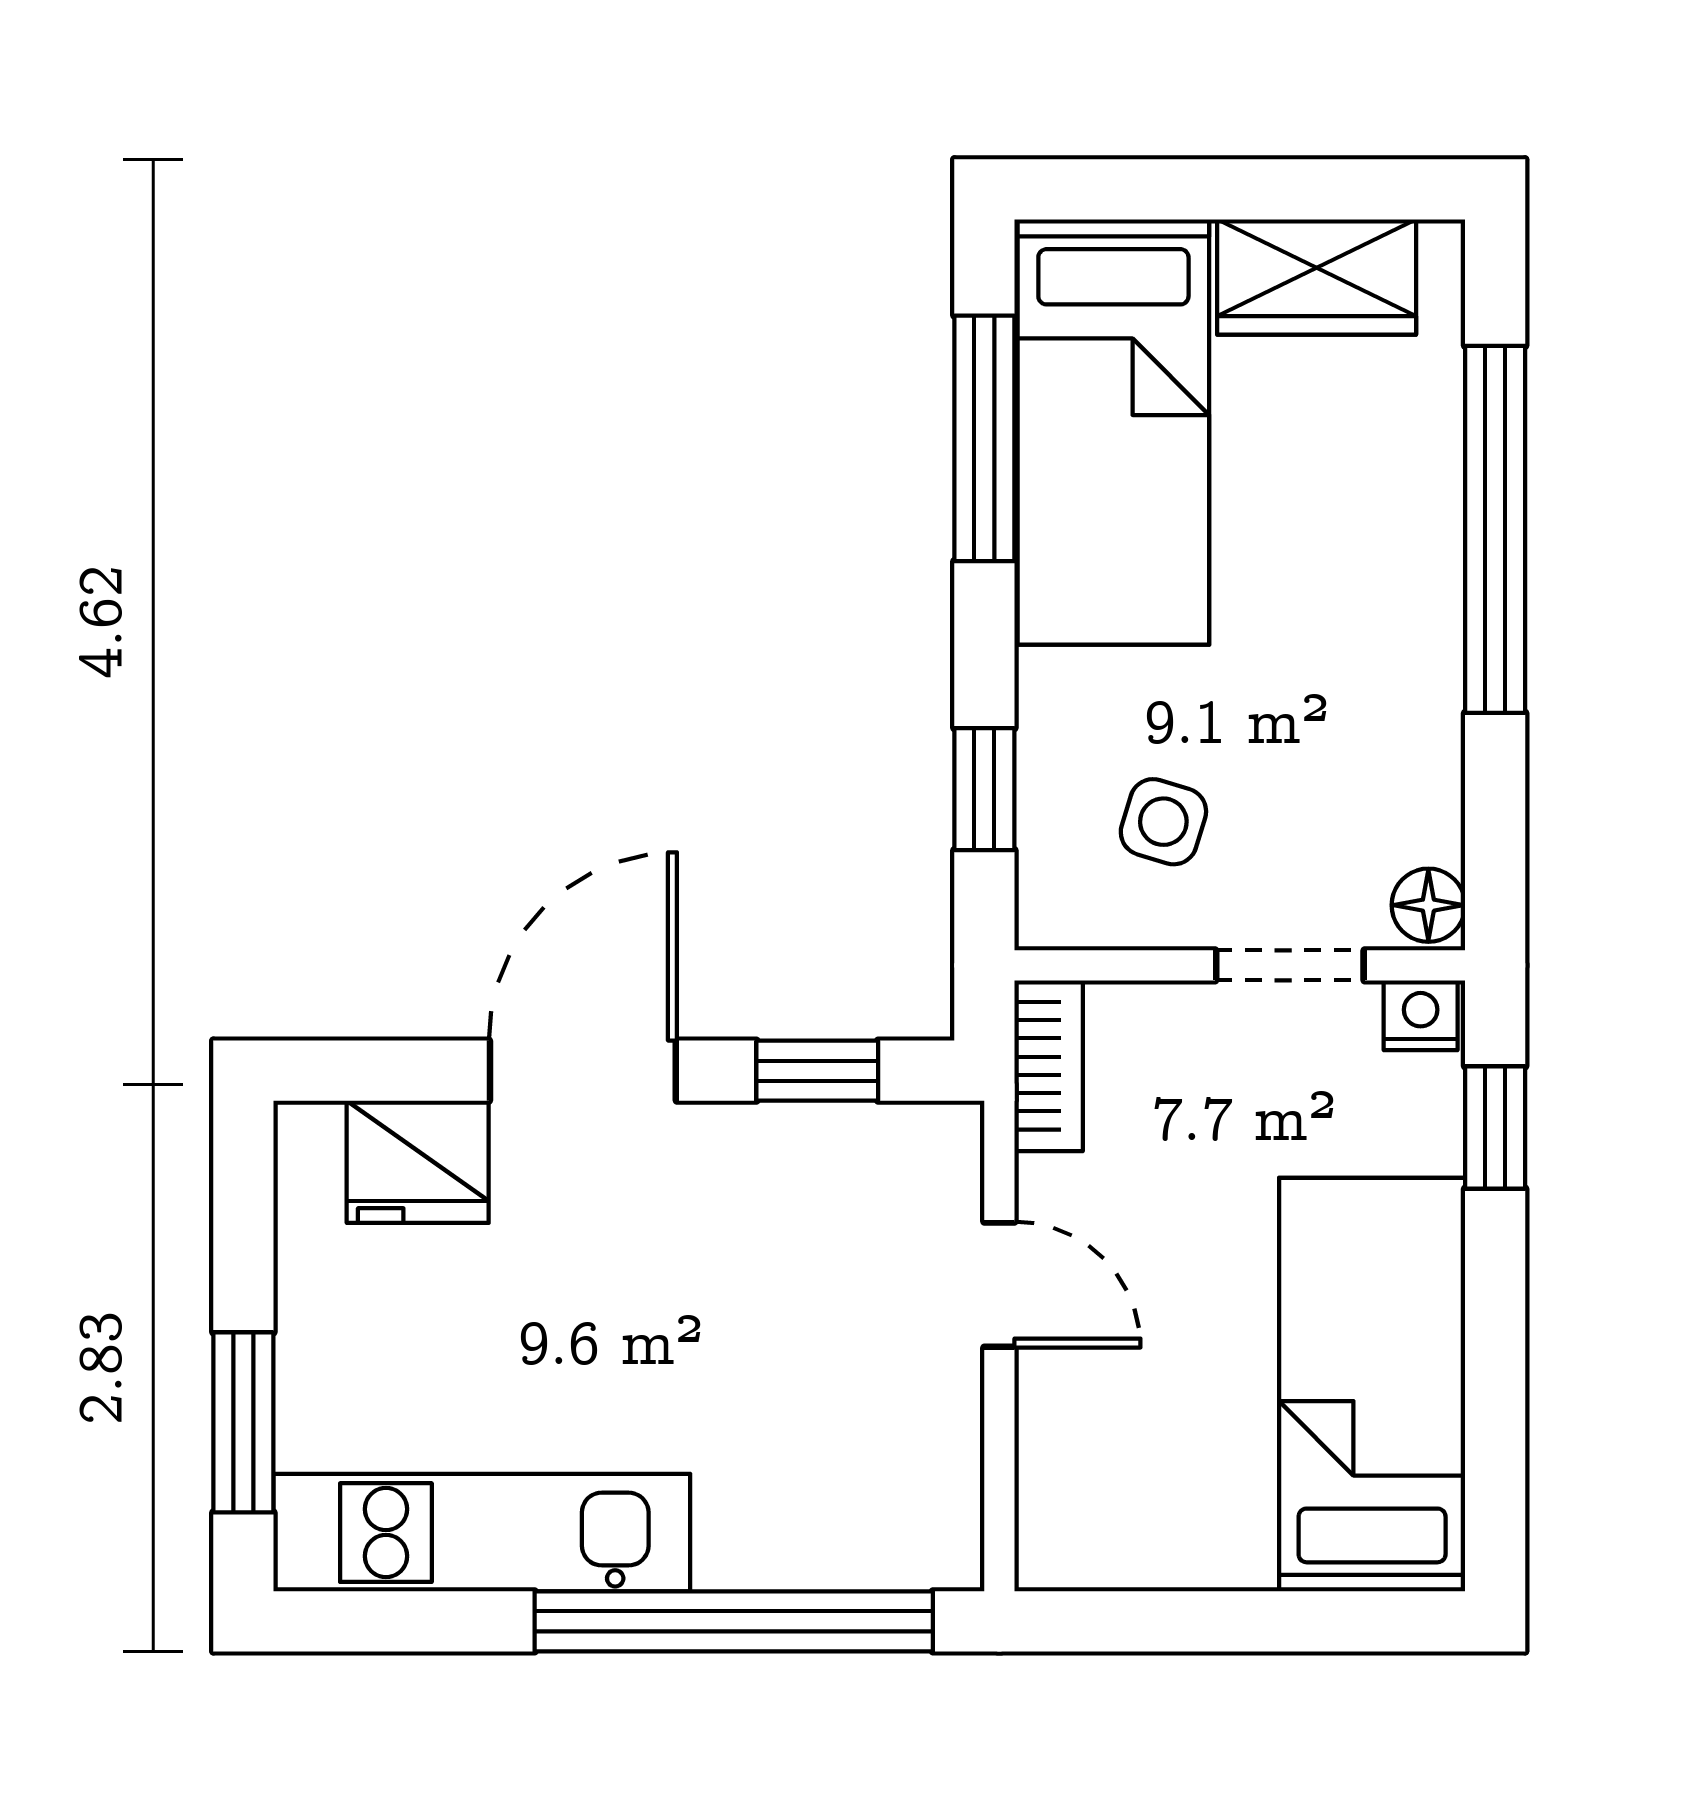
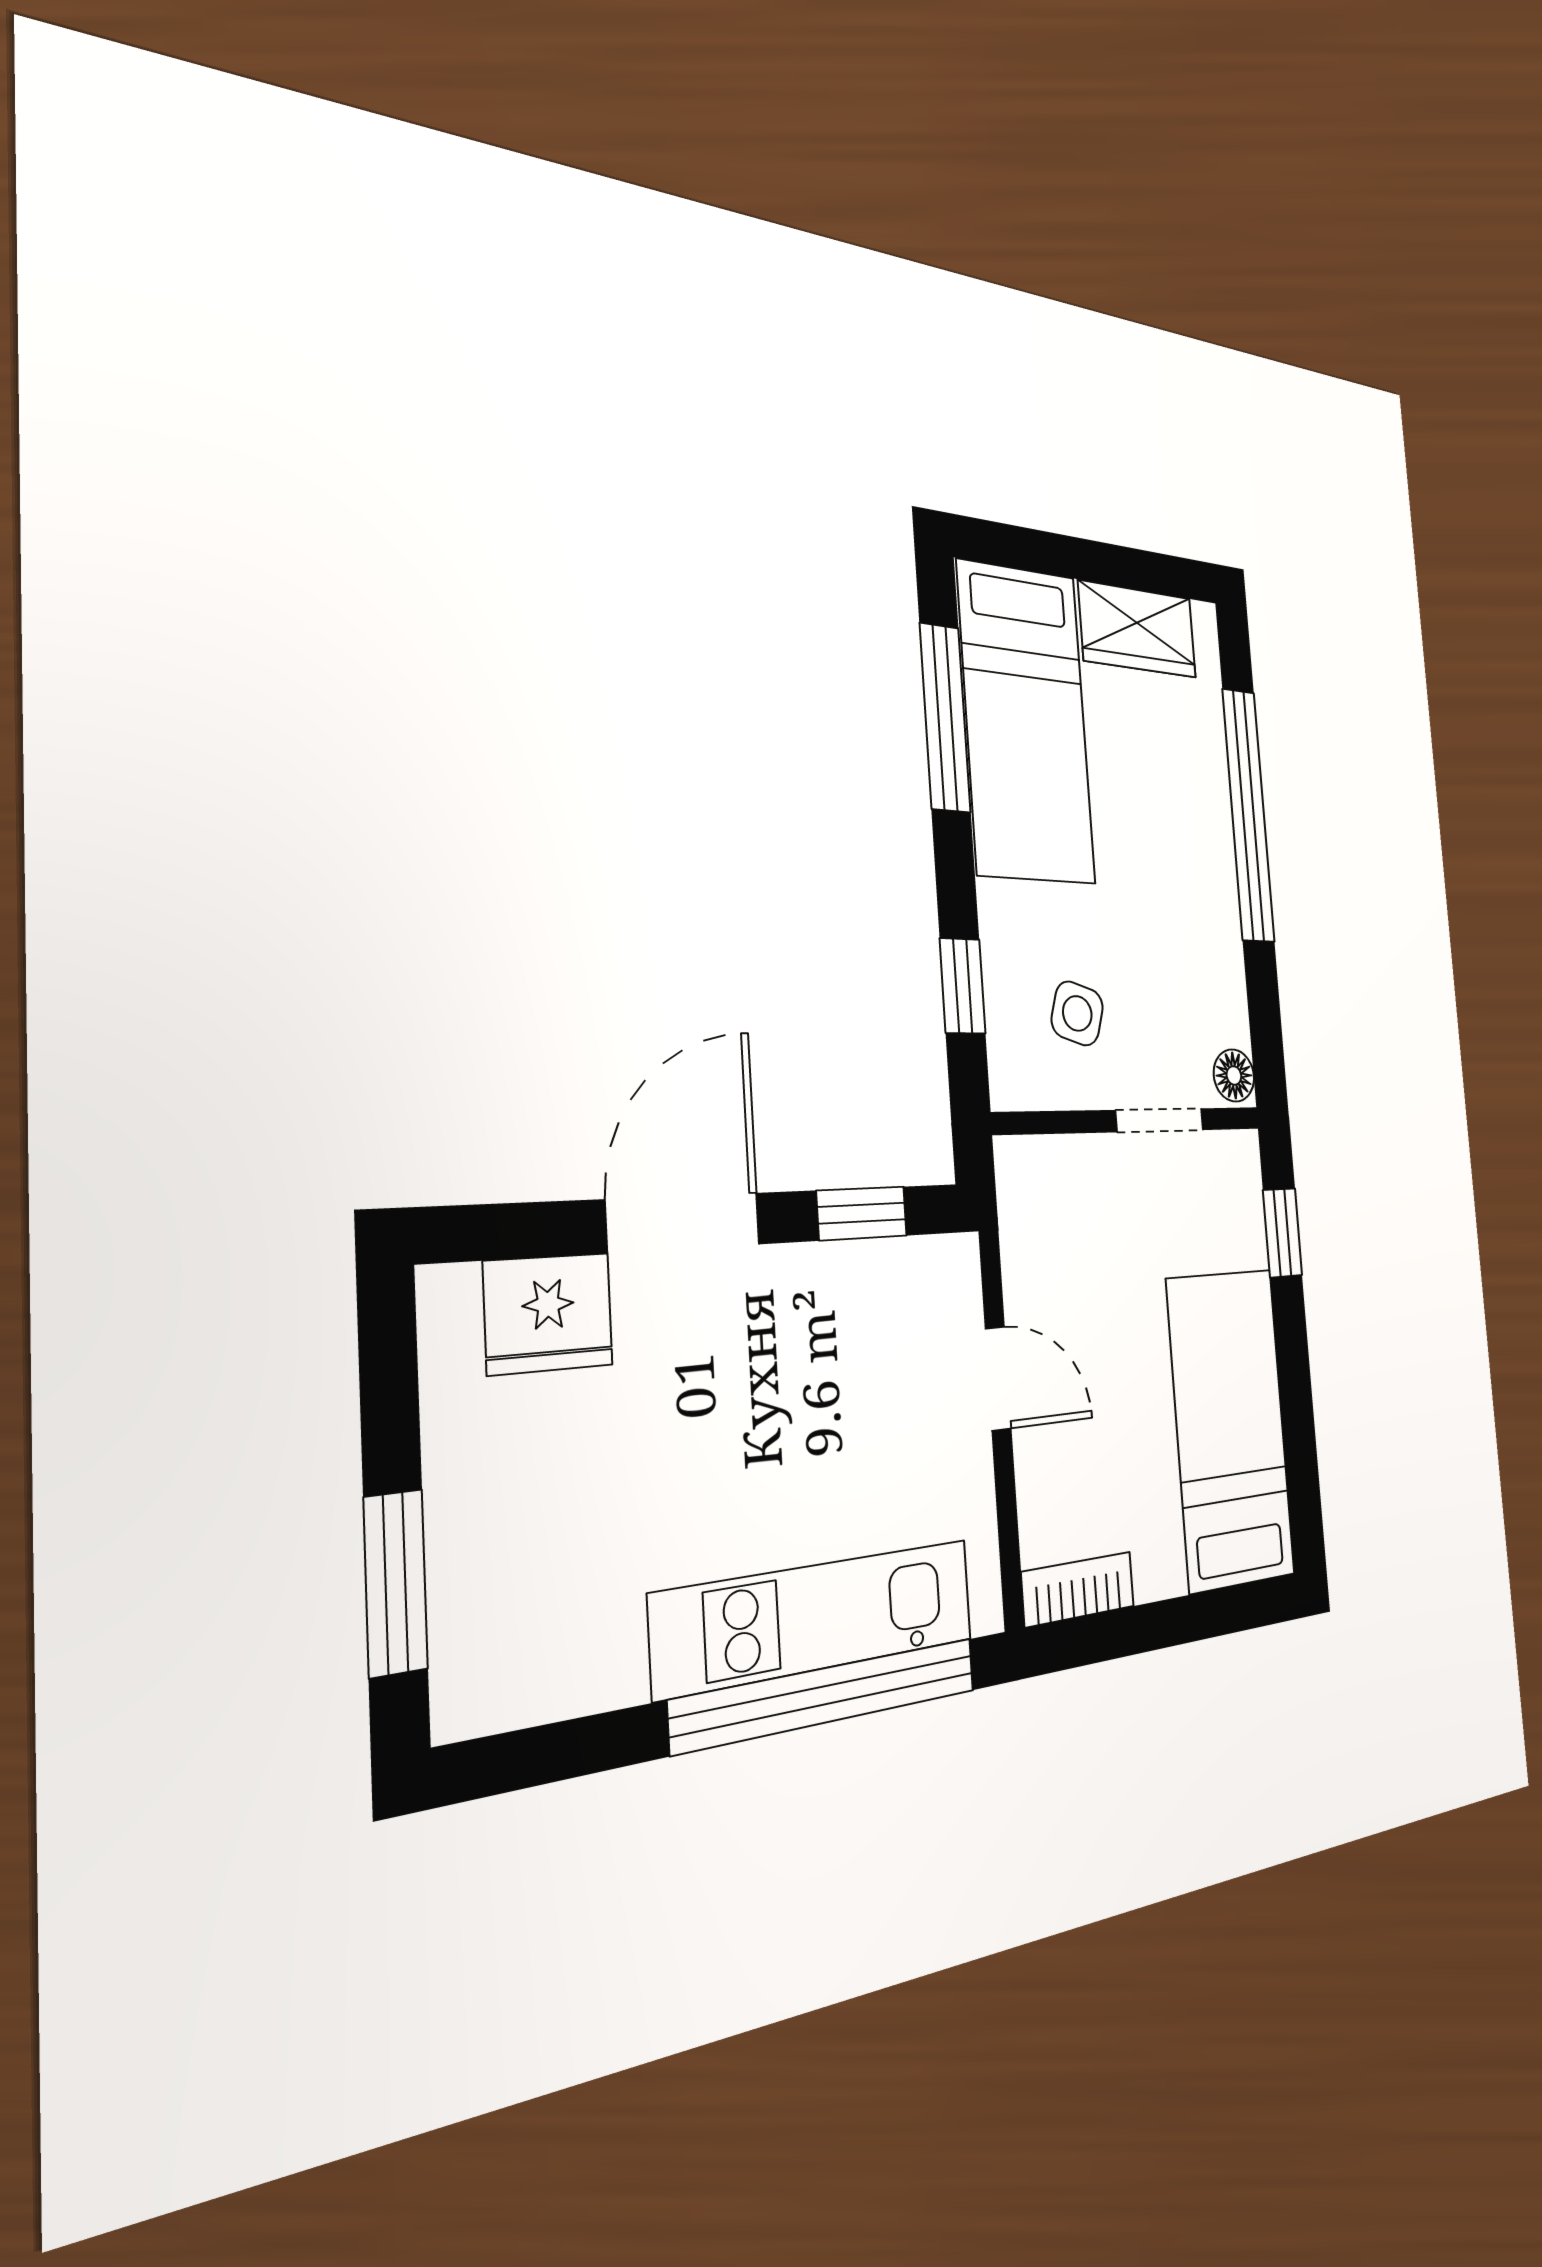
nightstand: (1421, 1015) -> (1236, 1154), removed
bookcase: (1049, 1066) -> (1078, 1589), moved, turned -90
kitchen unit: (482, 1533) -> (817, 1617), moved

